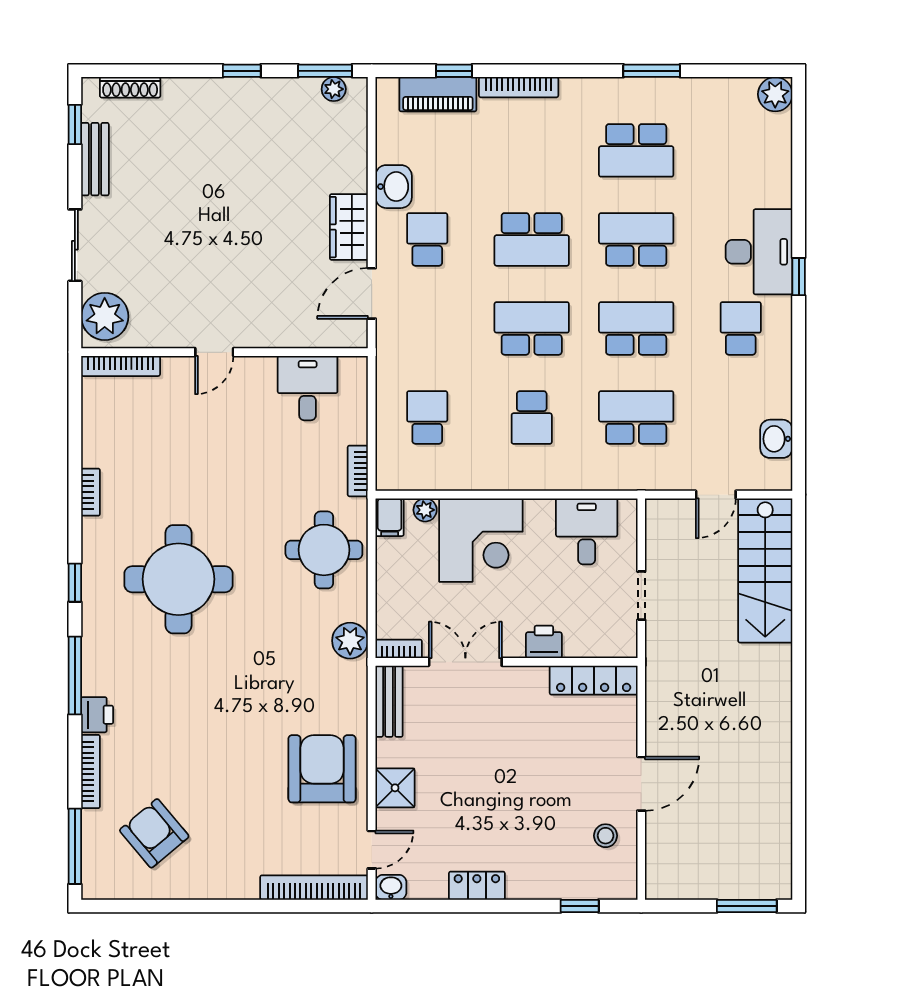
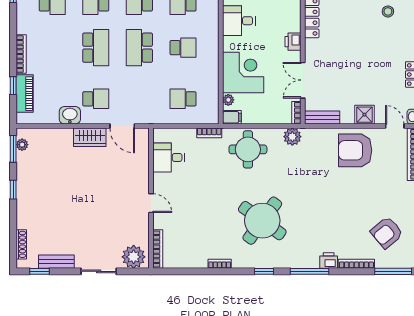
school desk: (427, 239) -> (96, 99), turned 180
round table: (179, 579) -> (262, 221), turned 36

